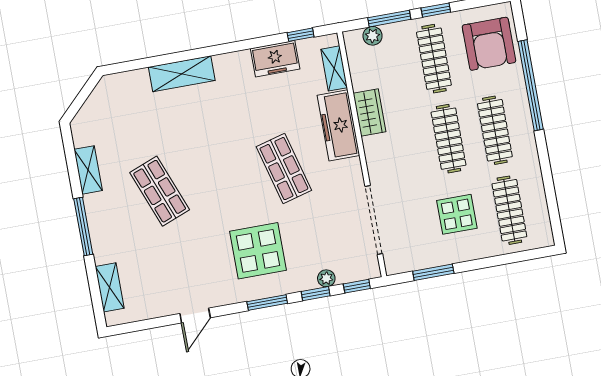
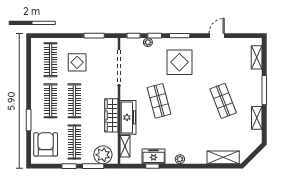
window: (301, 35) -> (152, 166), moved
plant: (373, 36) -> (103, 155), width x1.88, depth x1.88
plant: (223, 63) -> (180, 159), added
shelving: (182, 74) -> (223, 157), moved
window: (531, 85) -> (29, 120), width x0.47
wardrobe: (369, 113) -> (111, 115), width x1.50

